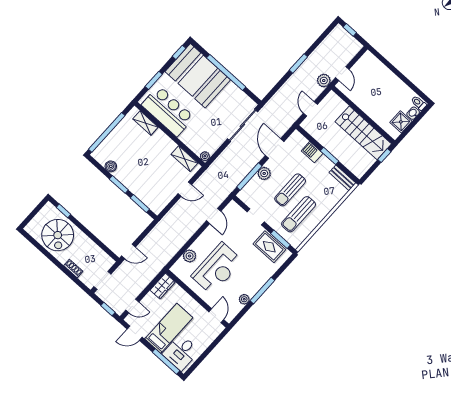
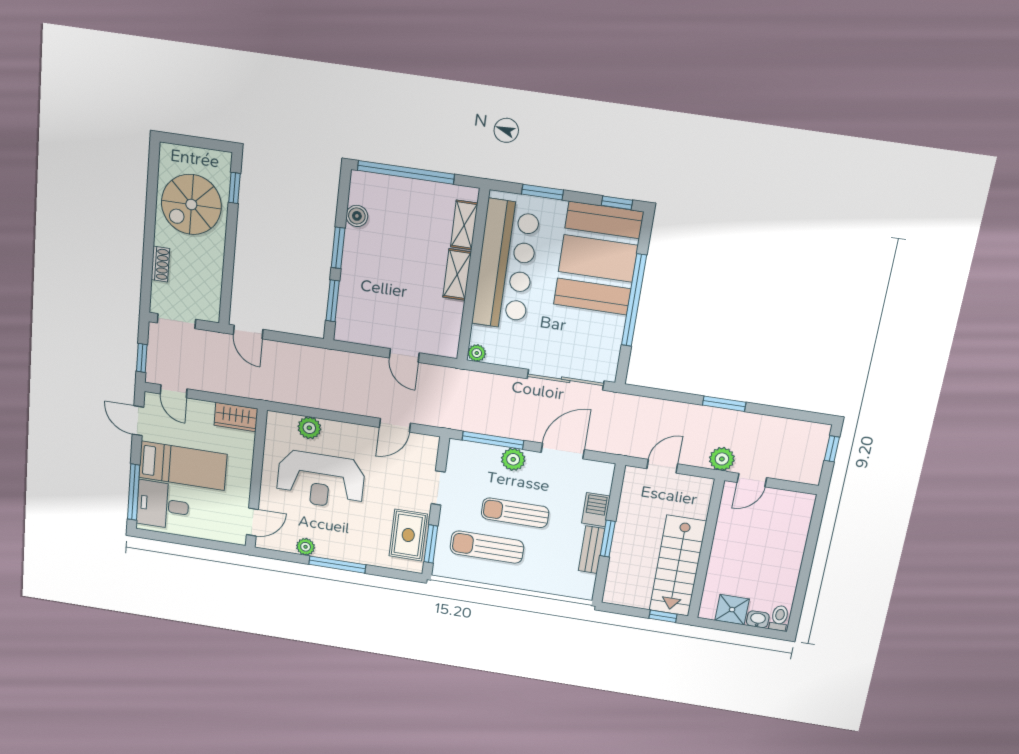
bar counter: (168, 111) -> (506, 265), width x1.36
shelving: (184, 159) -> (457, 275), moved
bench: (342, 178) -> (592, 550), moved

